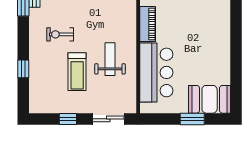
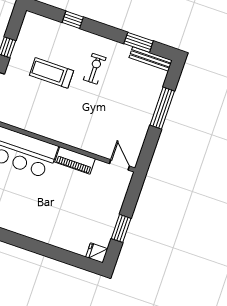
weight bench: (110, 59) -> (53, 110), removed

